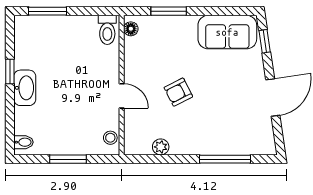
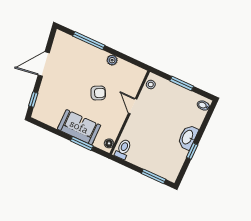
sofa: (227, 32) -> (79, 127), moved
plant: (161, 147) -> (112, 60), moved

